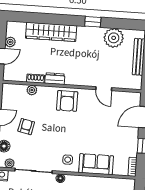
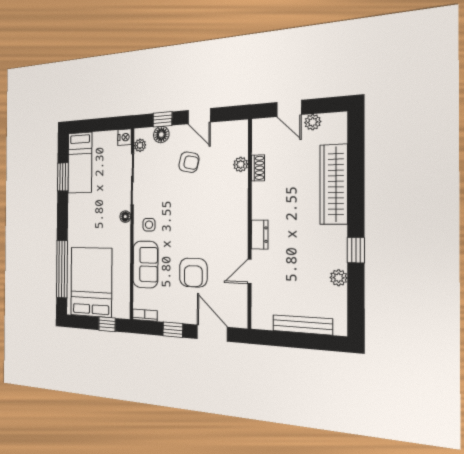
plant: (114, 38) -> (339, 278), width x0.53, depth x0.53
dresser: (55, 79) -> (260, 235), moved
armchair: (67, 101) -> (193, 273), moved, turned -90

